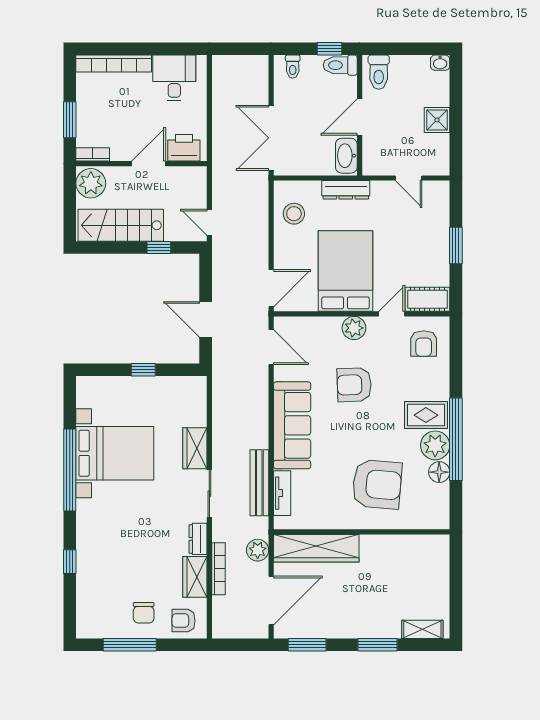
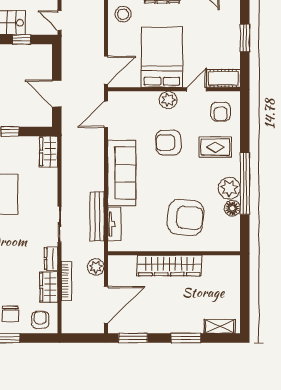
door: (271, 347) -> (106, 114), swing flipped
rug: (426, 415) -> (215, 147), moved
wardrobe: (195, 448) -> (49, 152), moved
wardrobe: (316, 548) -> (169, 266), moved
armchair: (184, 621) -> (40, 320), turned 90

